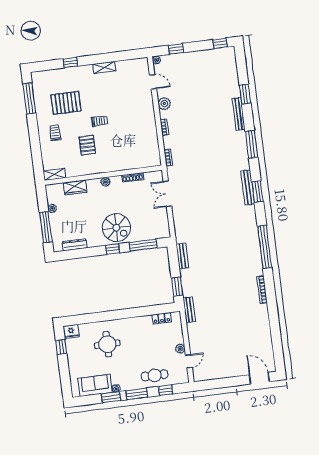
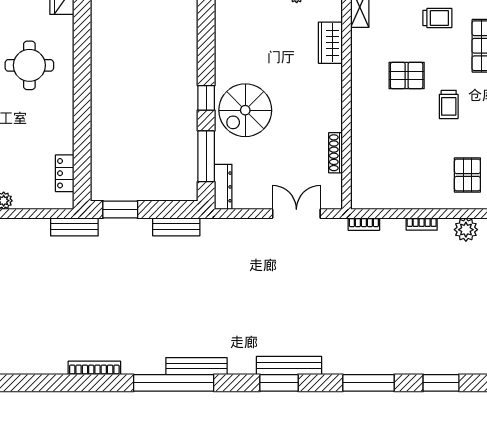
window: (245, 94) -> (441, 383), moved
pallet: (136, 106) -> (467, 175), added
bench: (239, 114) -> (196, 366), moved
plant: (105, 182) -> (334, 101), removed
dresser: (75, 245) -> (223, 187), moved

